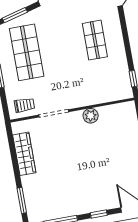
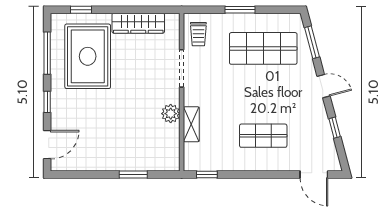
shelving: (96, 98) -> (191, 124), added
rug: (57, 189) -> (88, 56), added
window: (22, 200) -> (81, 10), width x0.67

